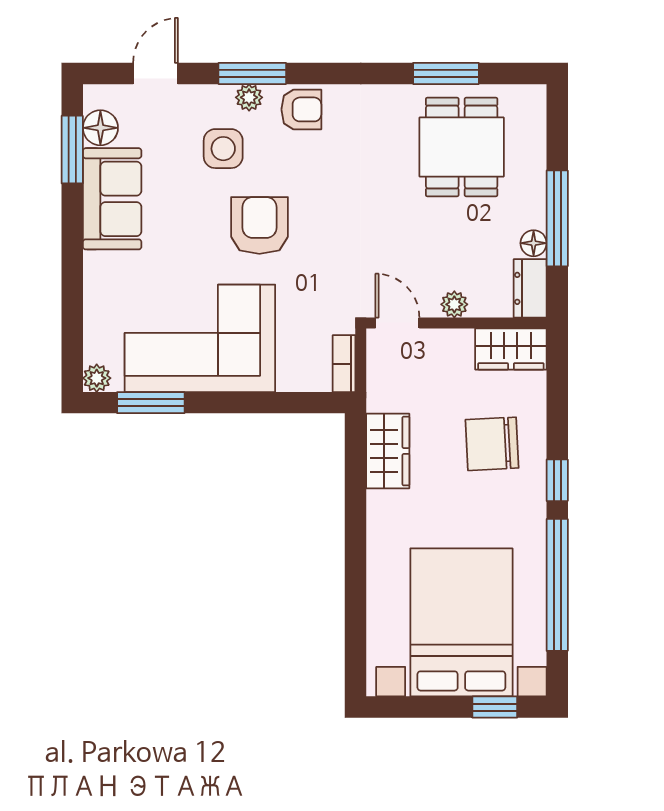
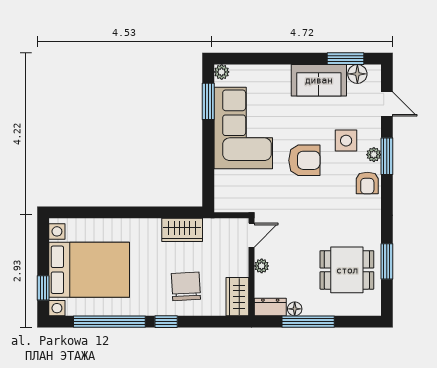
bookcase: (344, 364) -> (229, 206), removed

